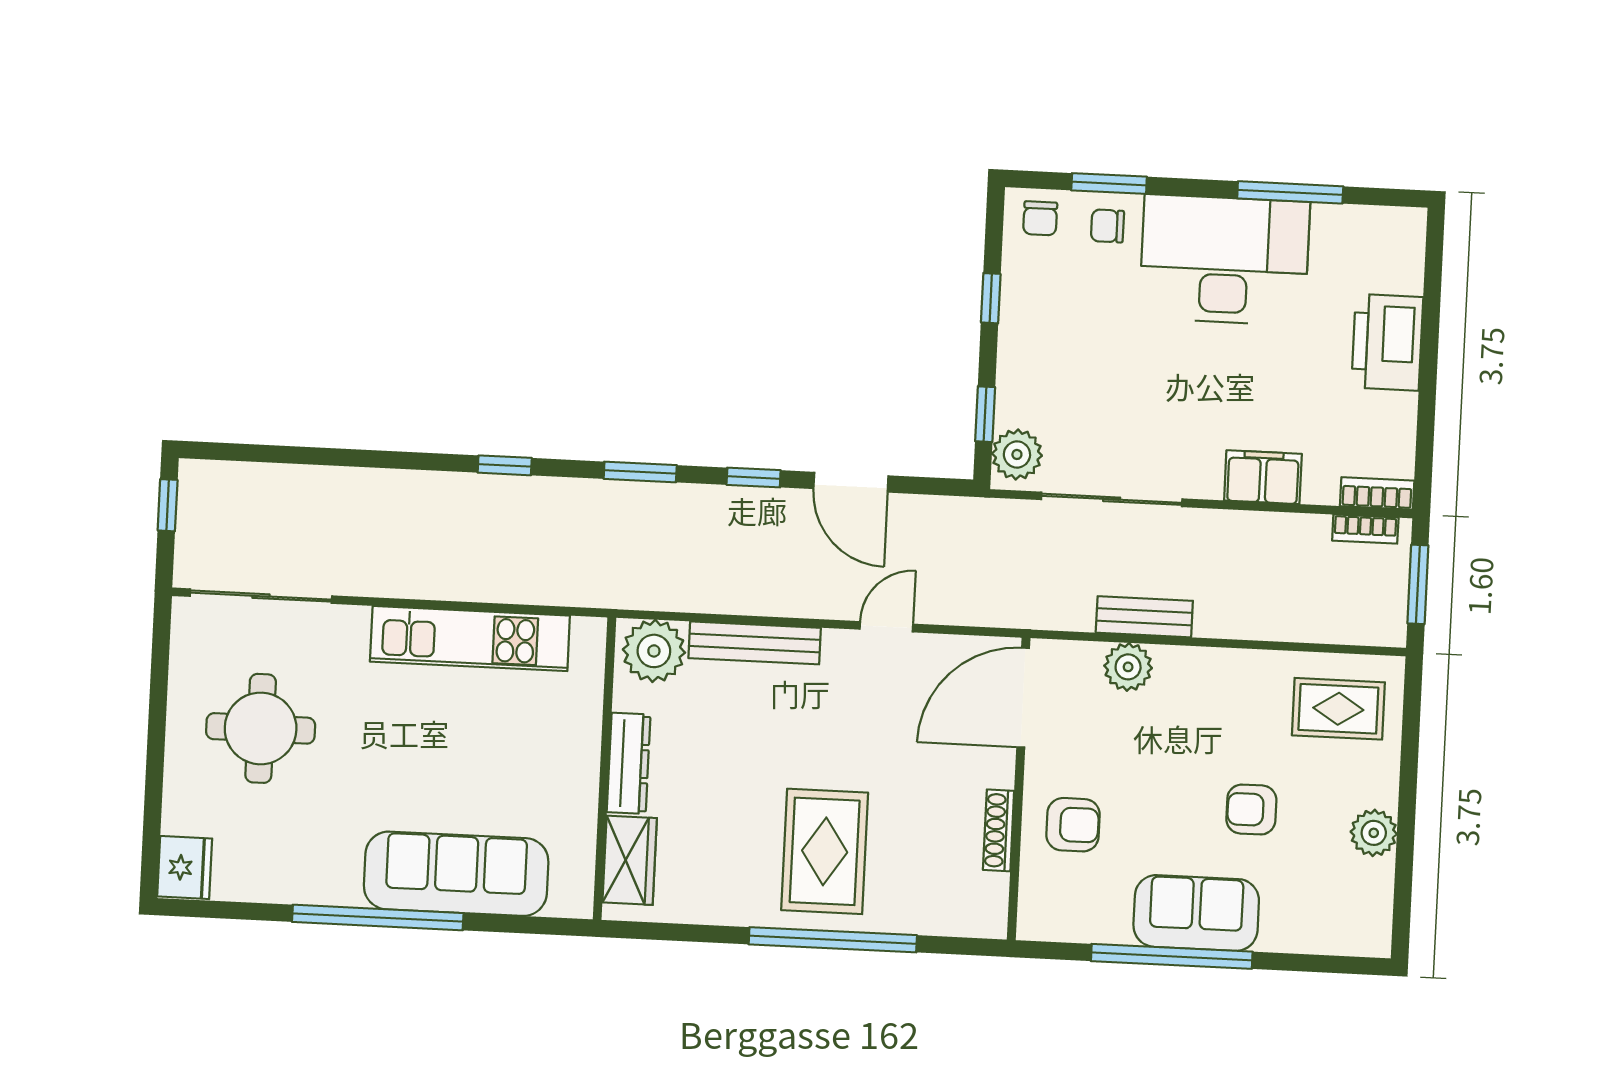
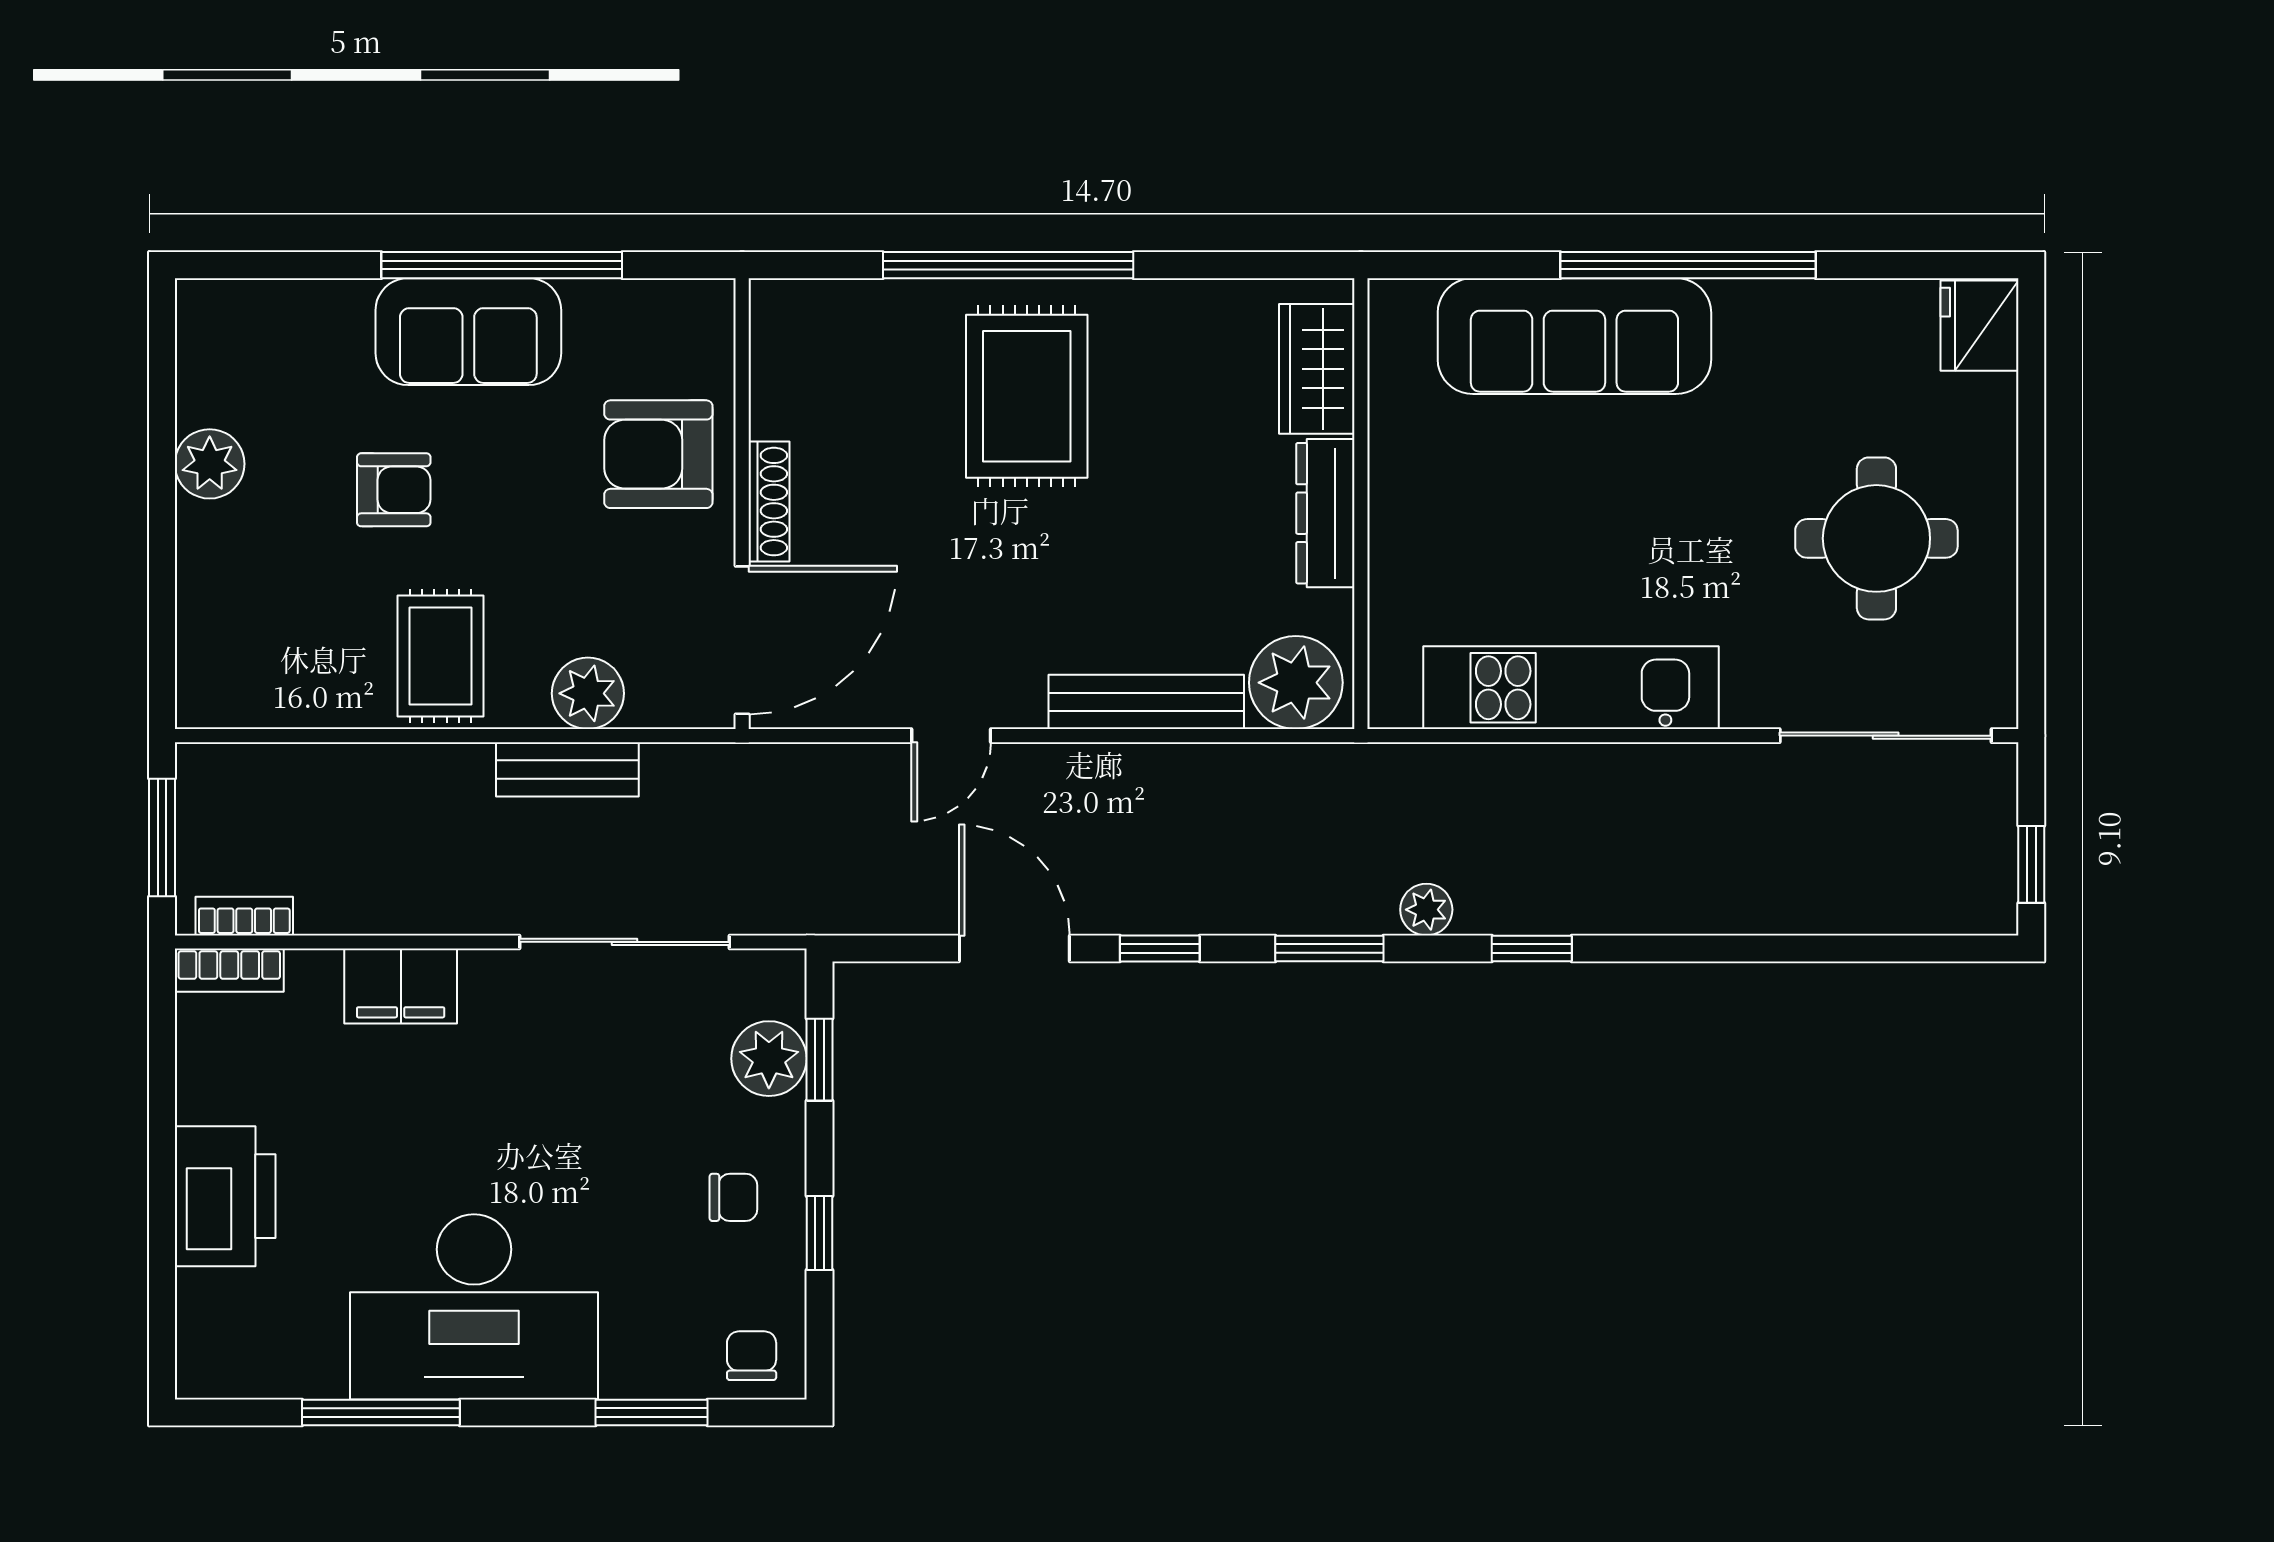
chair: (1107, 226) -> (733, 1197), moved
plant: (1017, 454) -> (769, 1059), moved
plant: (574, 495) -> (1426, 910), added
rug: (1338, 709) -> (440, 656), moved, turned 90
armchair: (1073, 825) -> (658, 454), width x1.38, depth x1.38
shoe rack: (999, 830) -> (769, 502), moved

